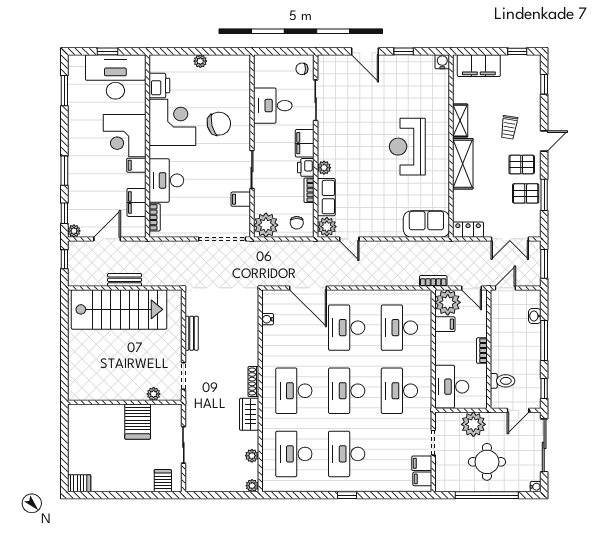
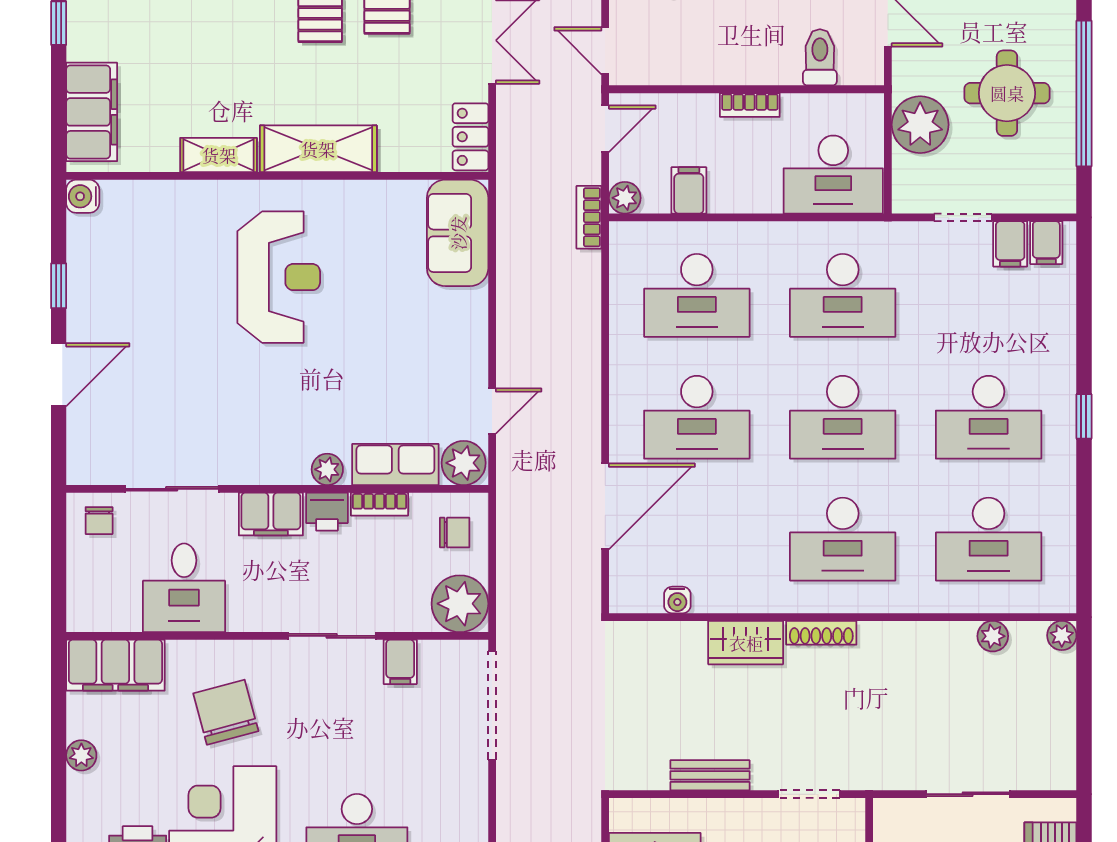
filing cabinet: (239, 76) -> (115, 665), added
trolley: (509, 127) -> (234, 42), removed
reception desk: (407, 147) -> (279, 277), turned -90
plant: (448, 302) -> (625, 198), width x0.53, depth x0.53
wardrobe: (249, 414) -> (746, 643), moved

